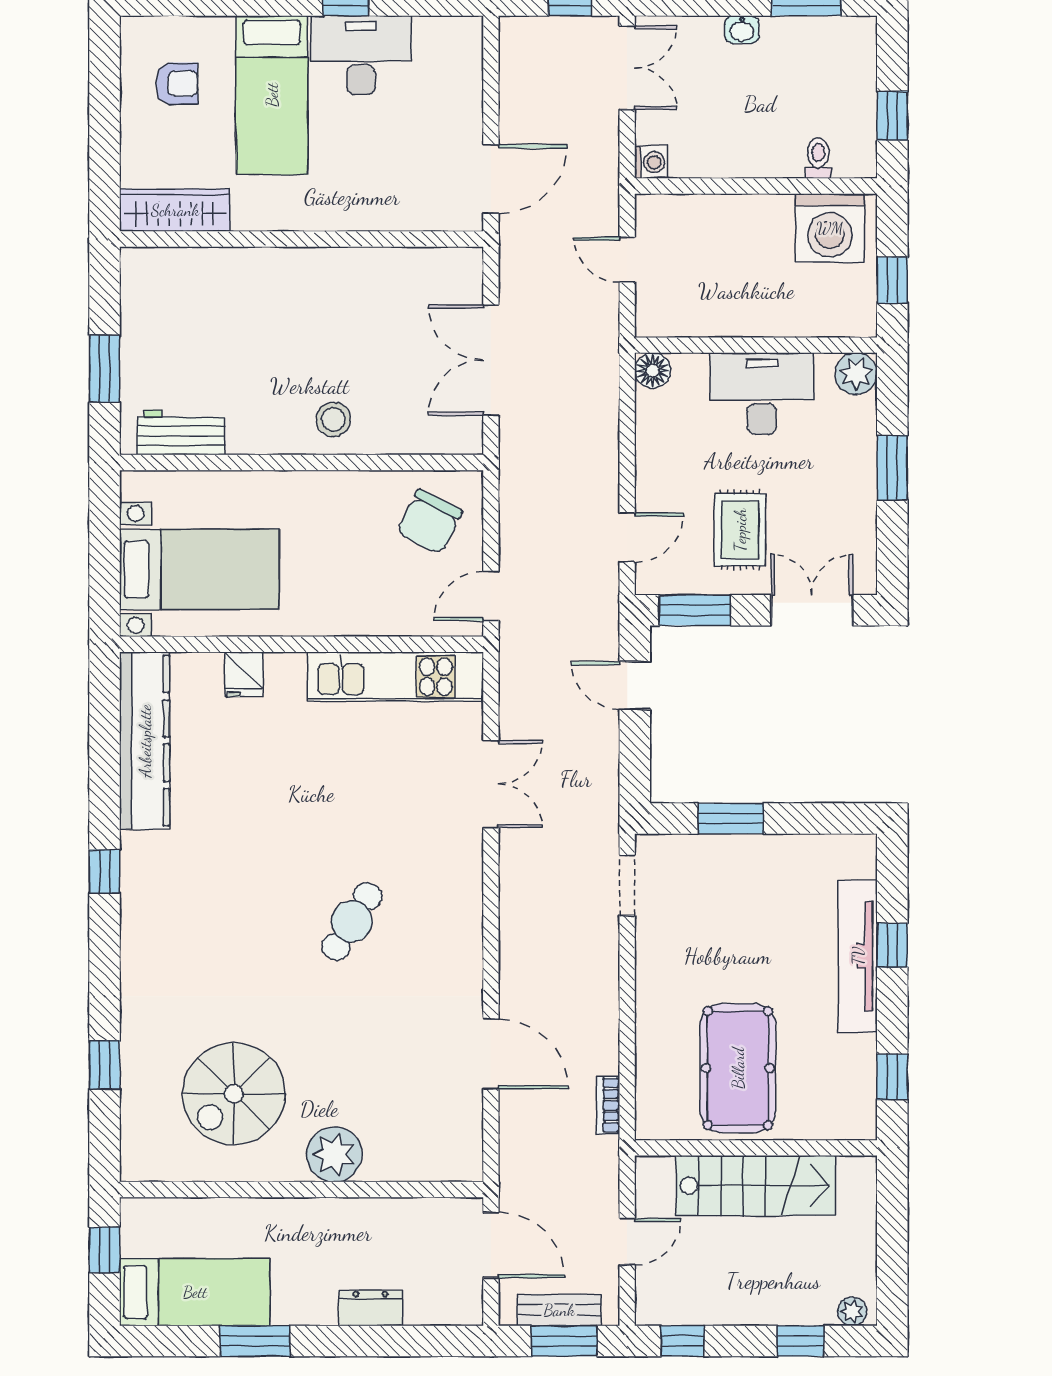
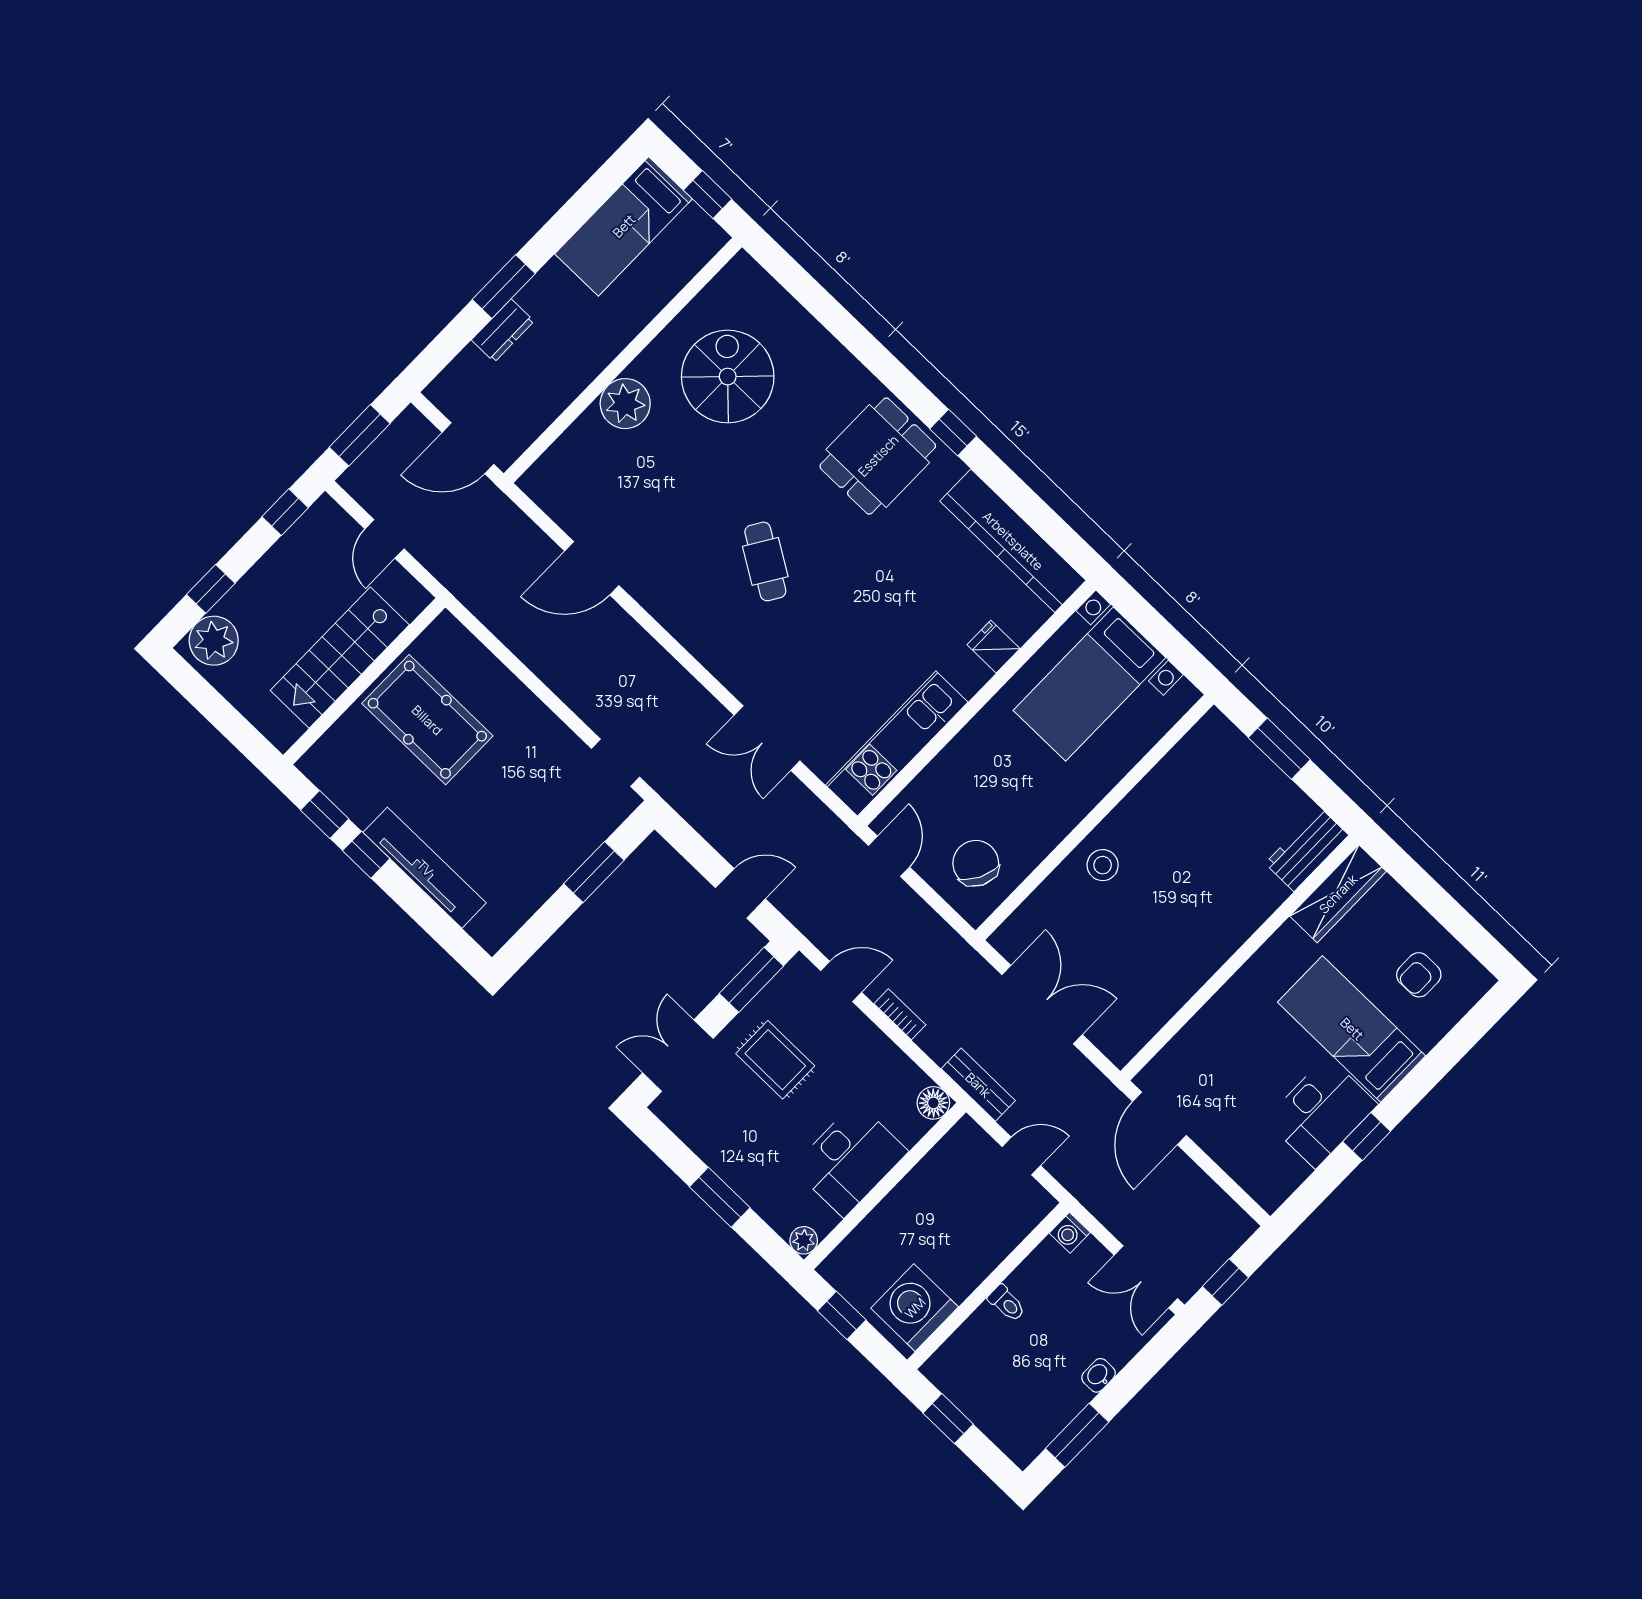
toilet: (818, 158) -> (1007, 1303), moved
plant: (856, 374) -> (804, 1240), width x0.73, depth x0.73
workbench: (181, 432) -> (1307, 849), moved, turned 180
door: (627, 537) -> (841, 981), swing flipped
double door: (812, 610) -> (678, 1056), swing flipped
dining table: (181, 913) -> (878, 456), added
window: (892, 945) -> (366, 855), moved
window: (105, 1065) -> (828, 311), removed
bookcase: (608, 1105) -> (900, 1014), moved
bench: (559, 1310) -> (978, 1085), moved, turned 90
plant: (852, 1311) -> (214, 641), width x1.88, depth x1.88
window: (255, 1341) -> (504, 287), moved

